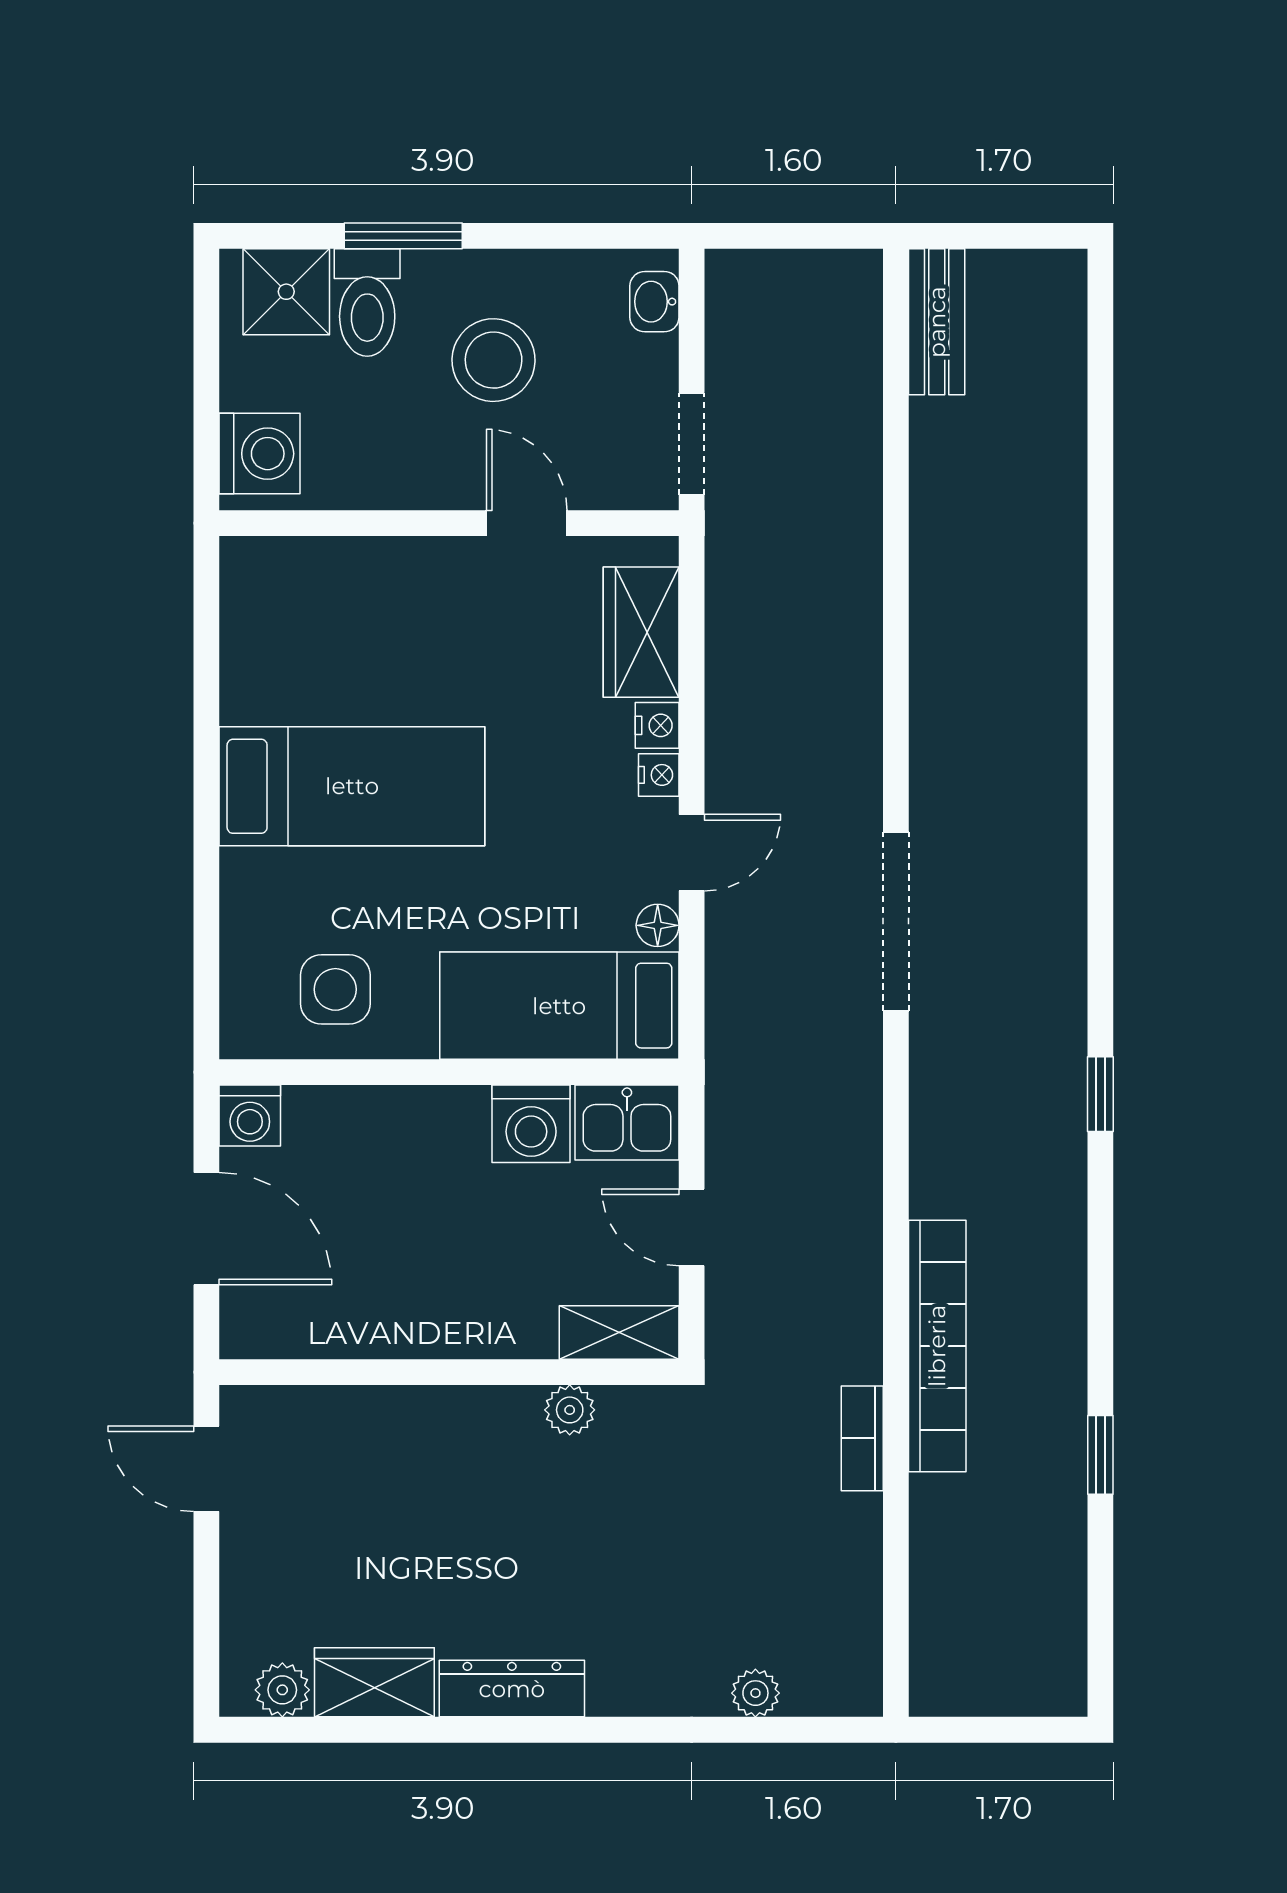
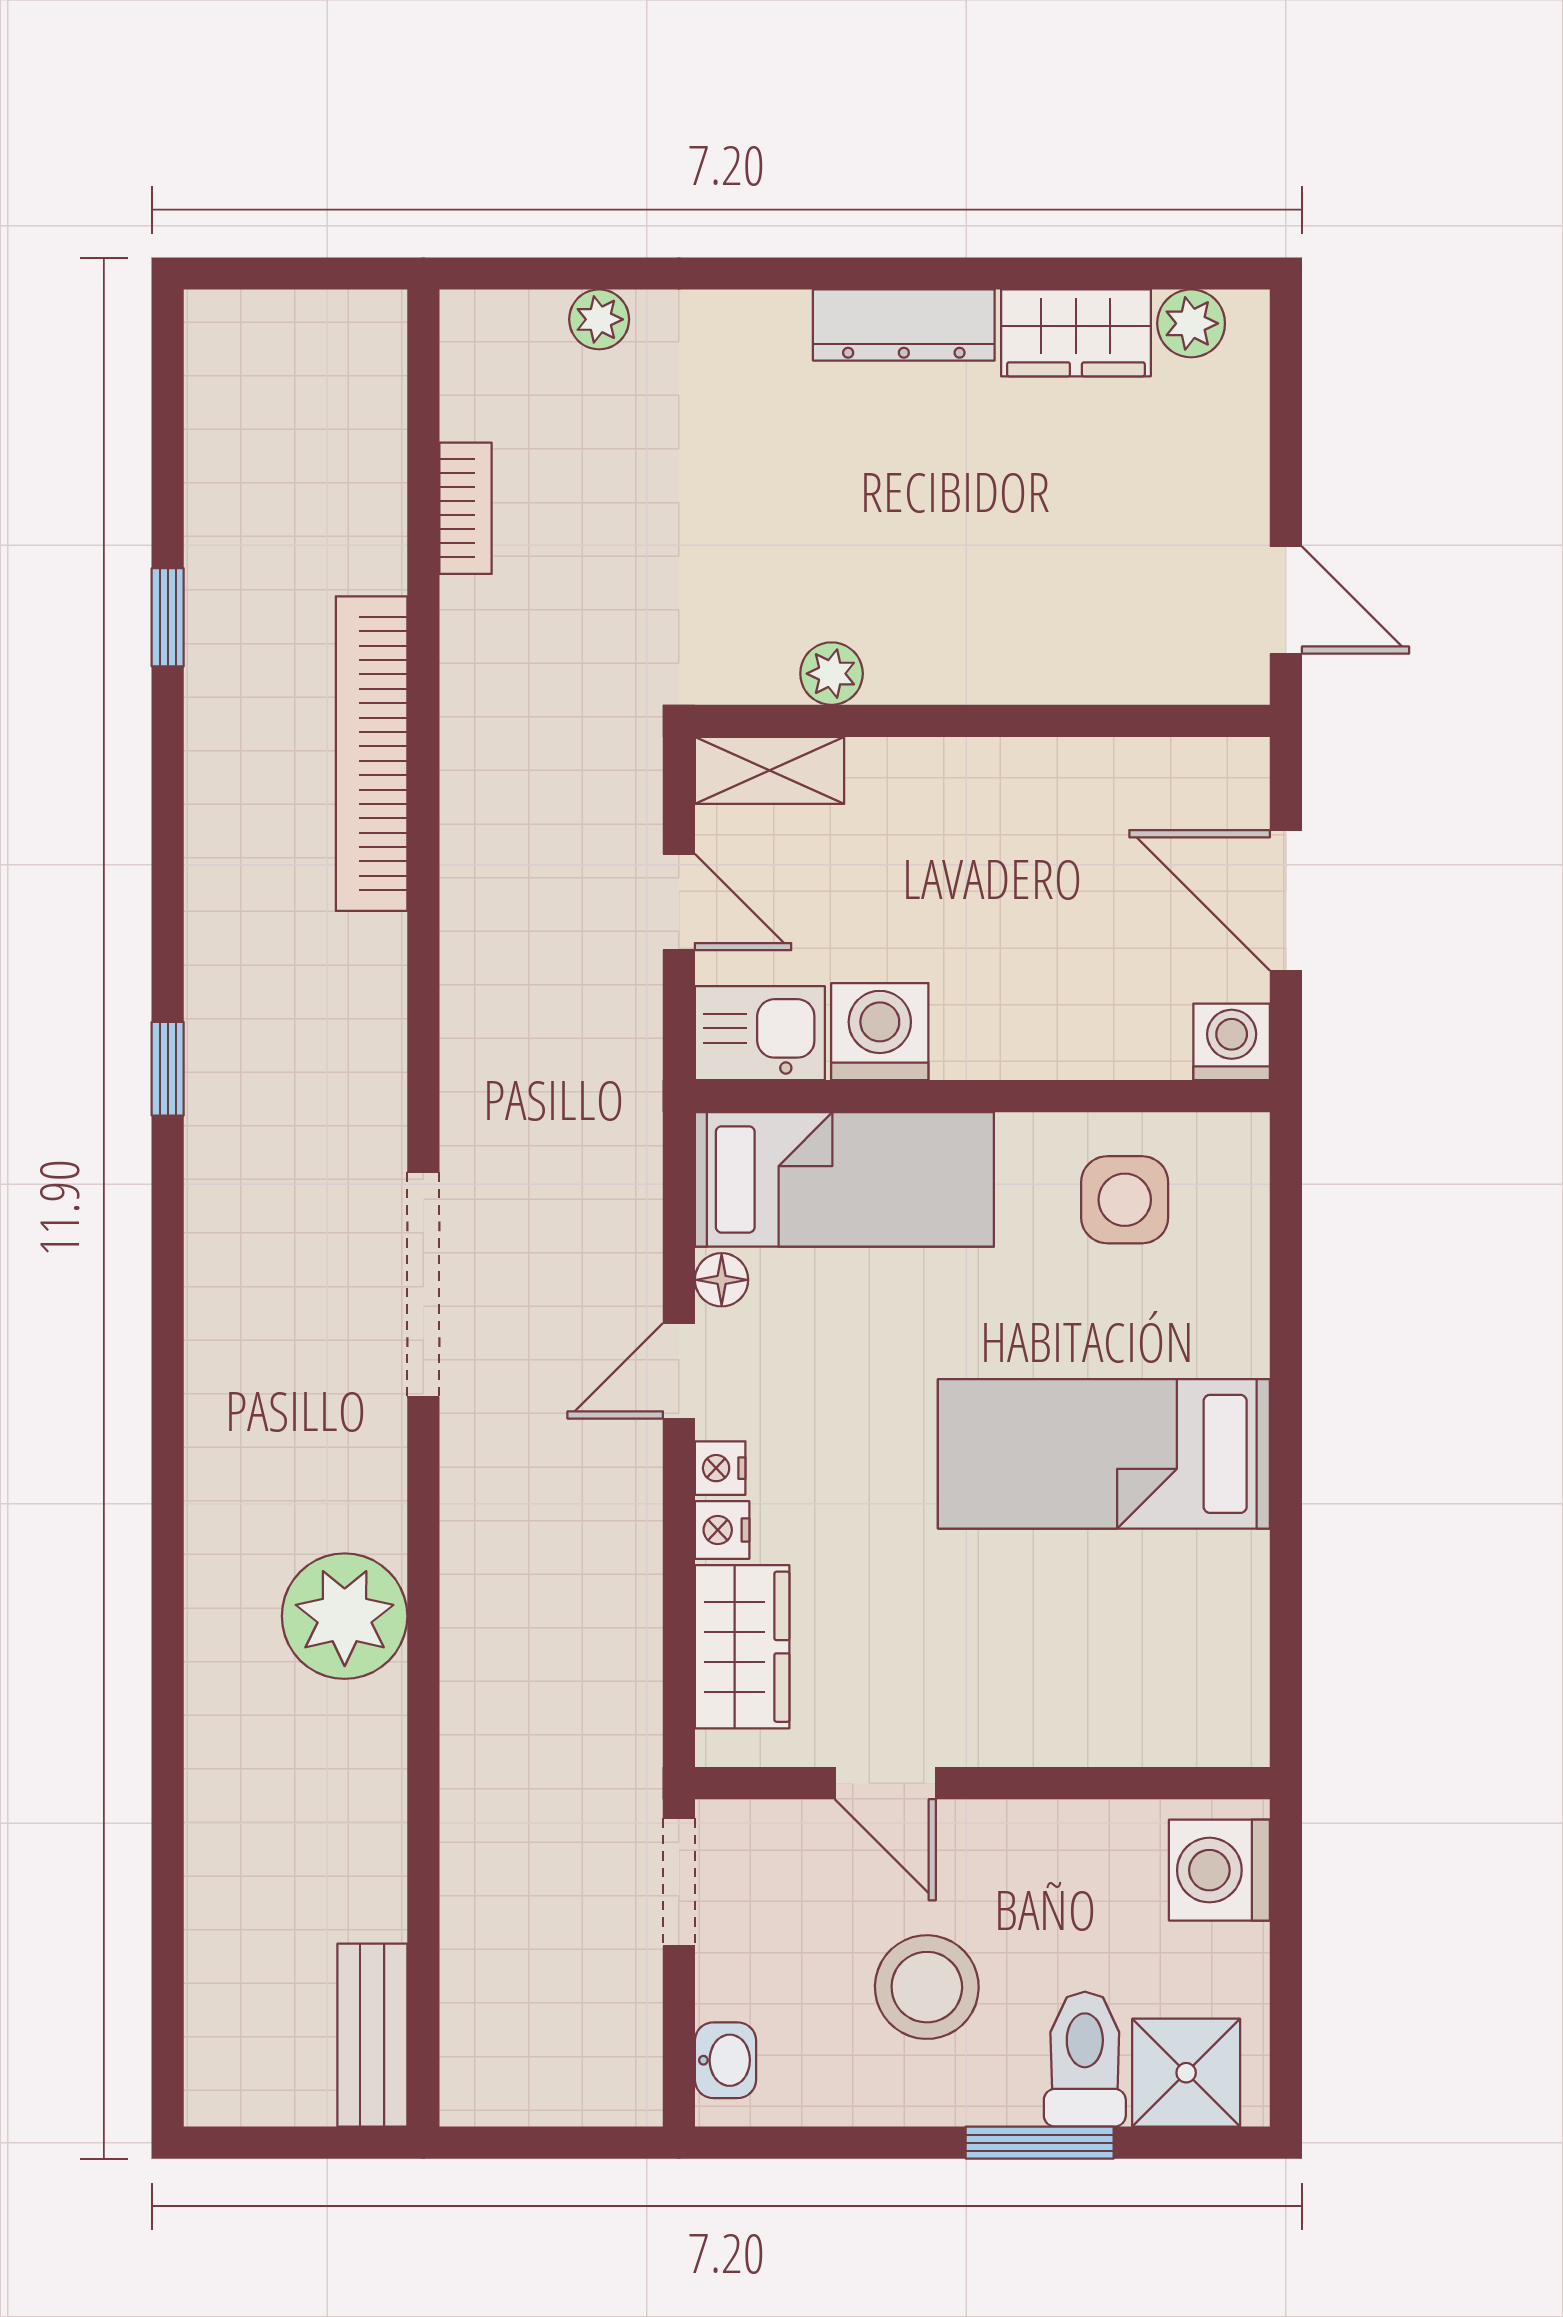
plant: (959, 657) -> (345, 1616), added
bookcase: (862, 1438) -> (466, 508), moved

